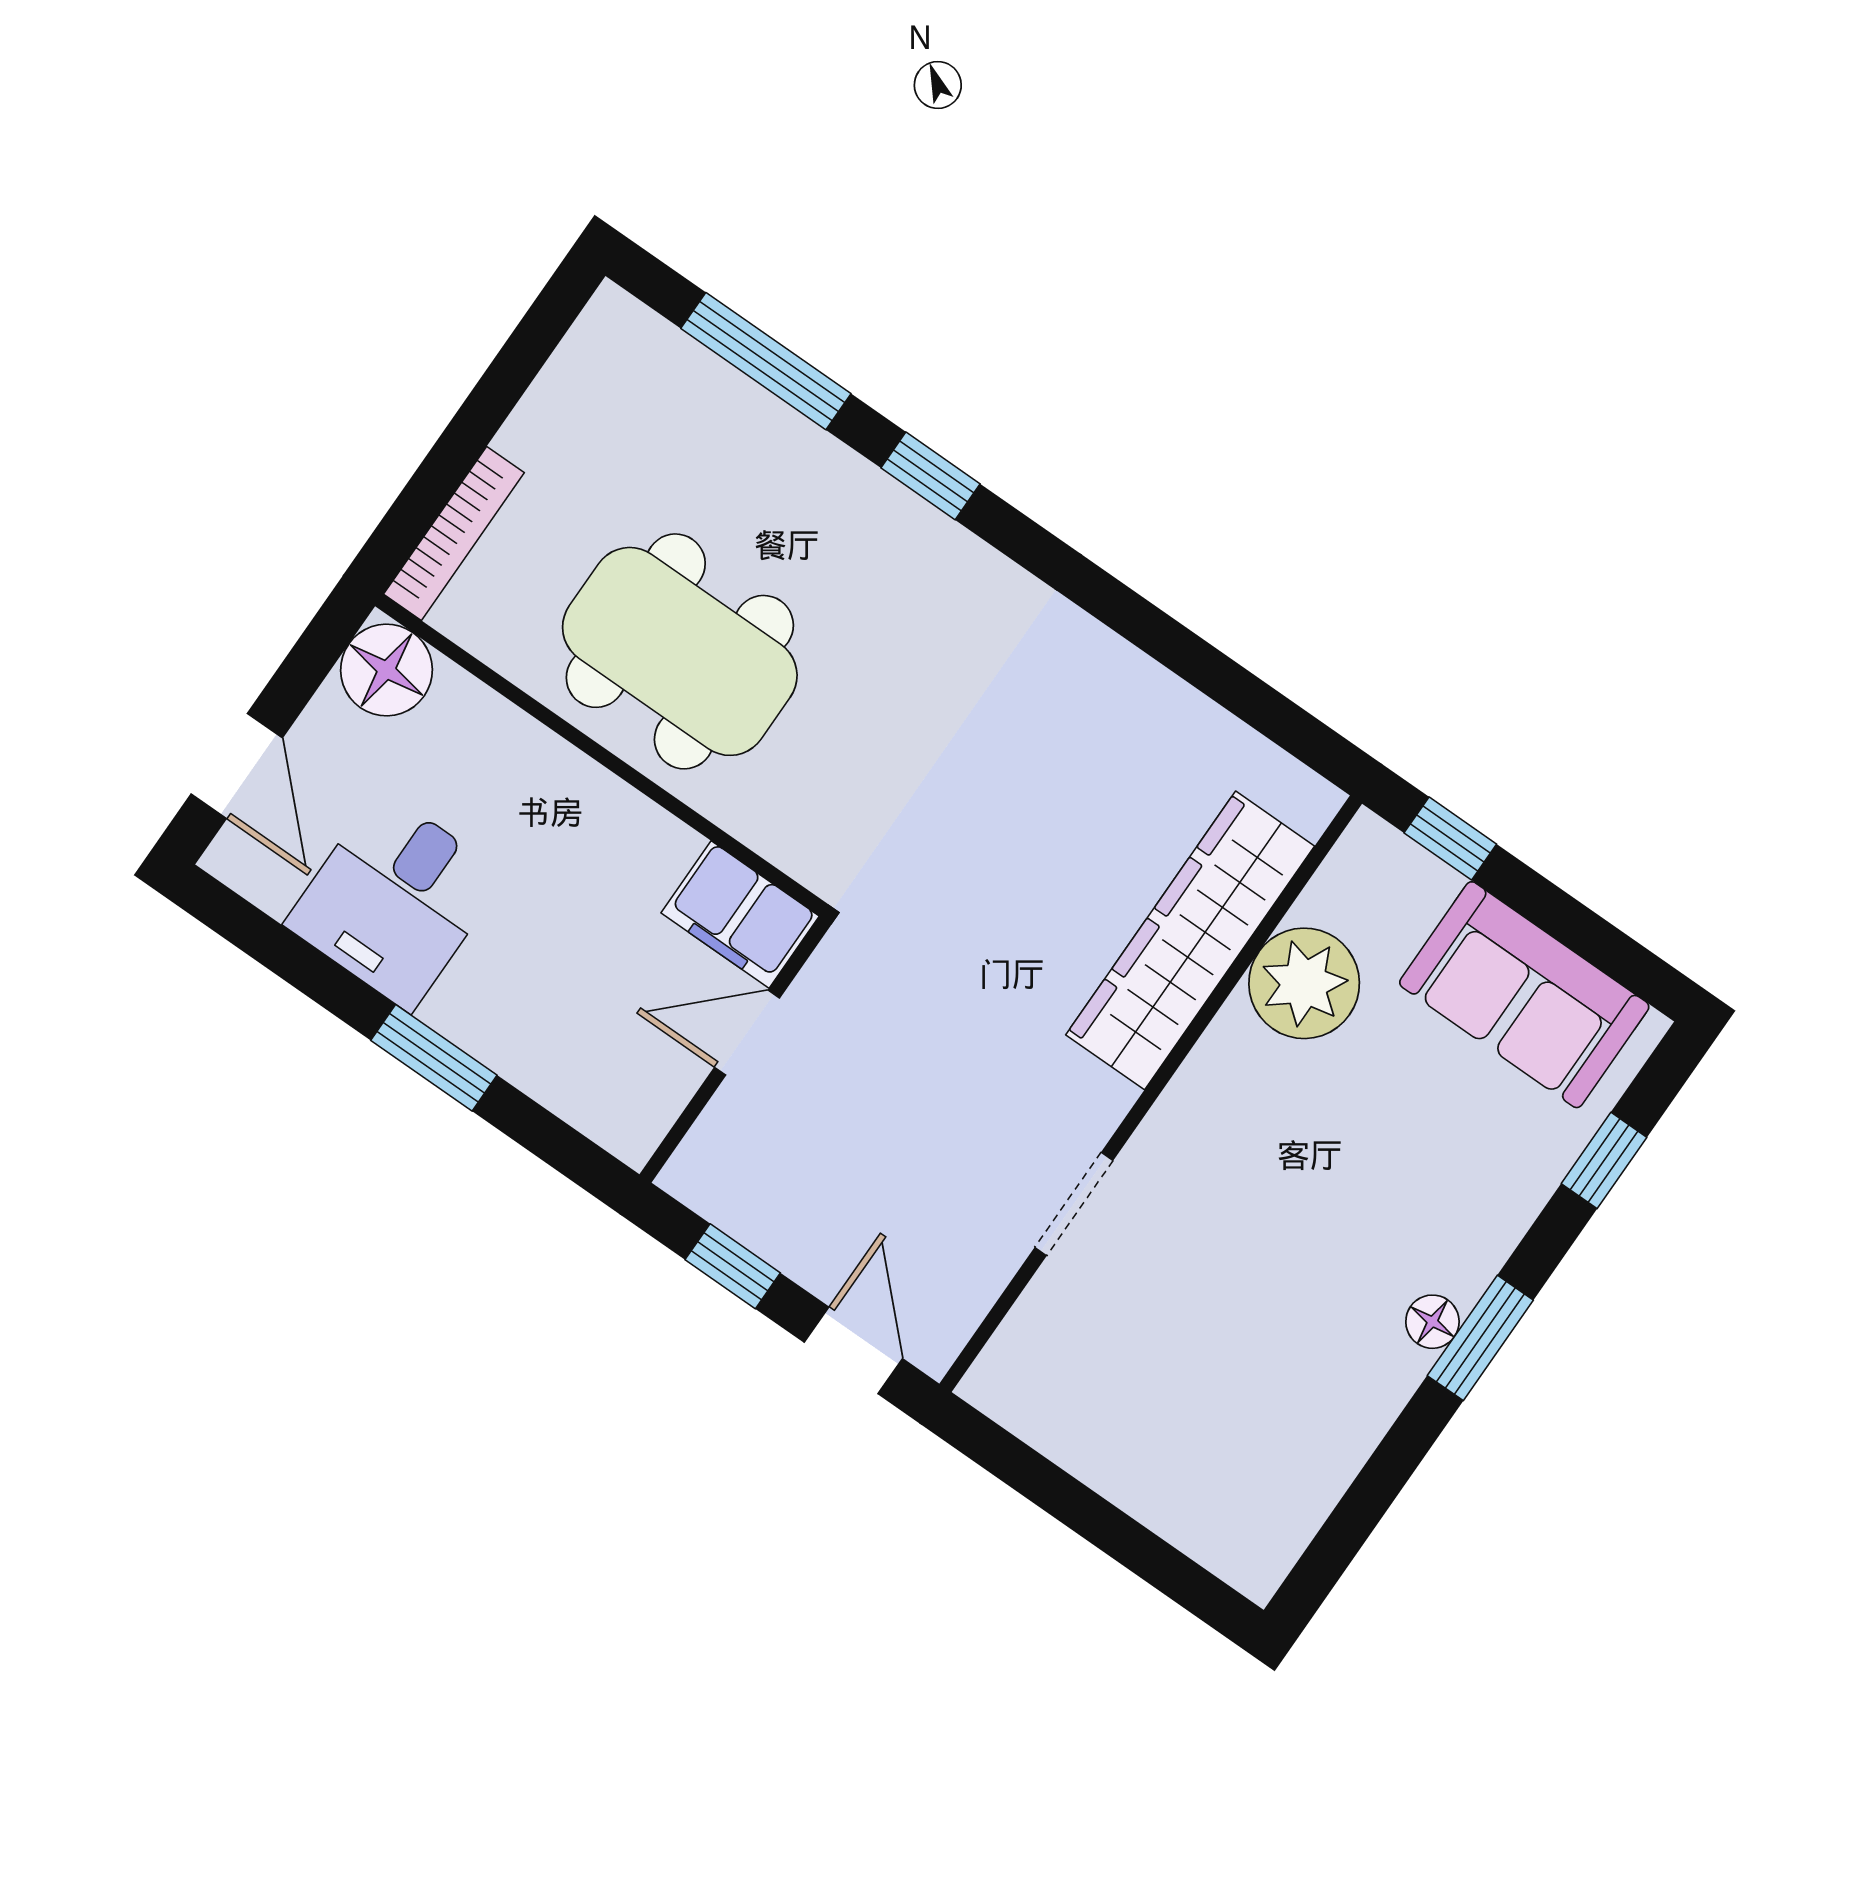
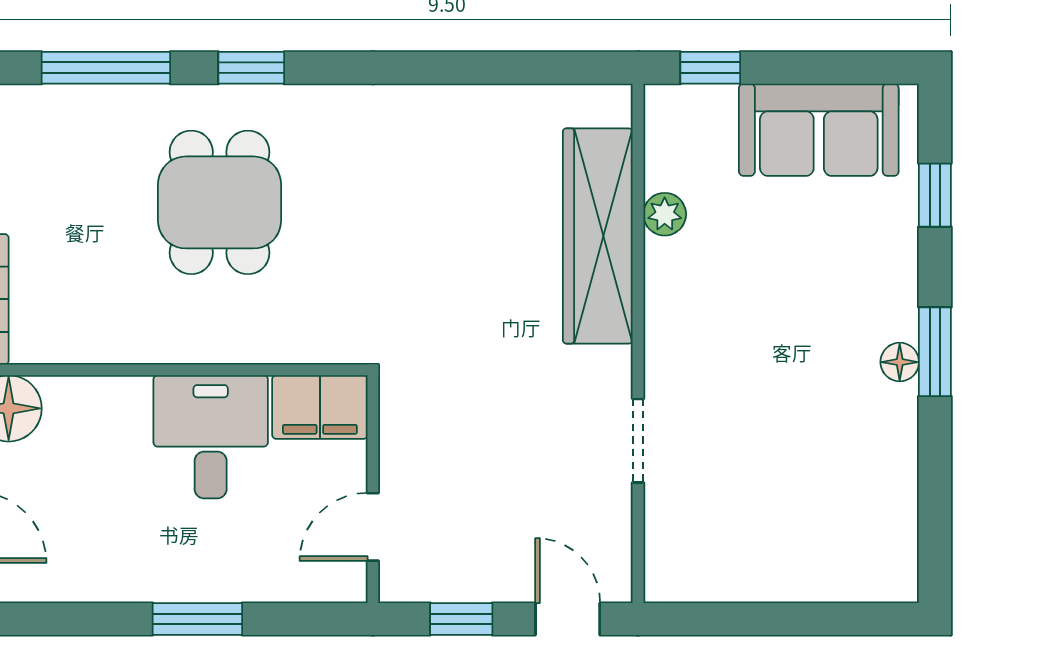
dining table: (680, 651) -> (220, 202), moved, width x0.73
desk: (395, 900) -> (211, 437), moved, turned 180
plant: (1304, 983) -> (665, 214), width x0.53, depth x0.53
door: (747, 1033) -> (373, 527), moved

